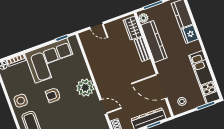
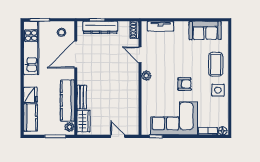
door: (162, 86) -> (76, 54), swing flipped
plant: (85, 88) -> (146, 76), width x0.53, depth x0.53

